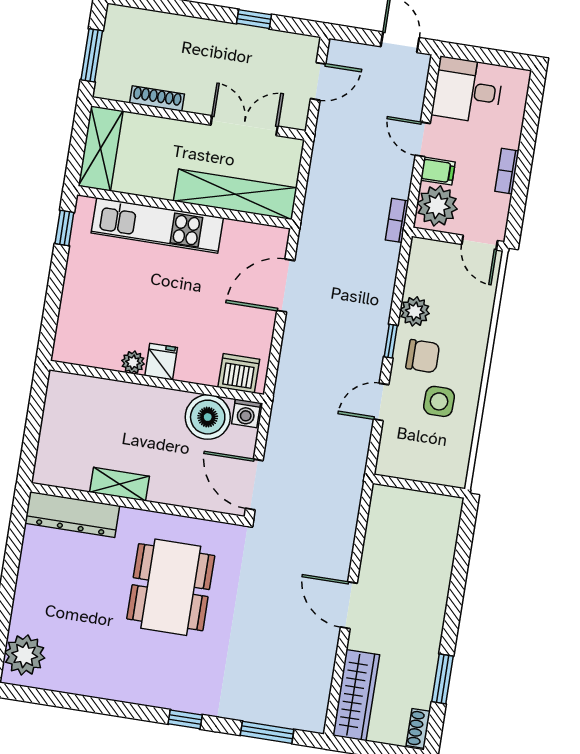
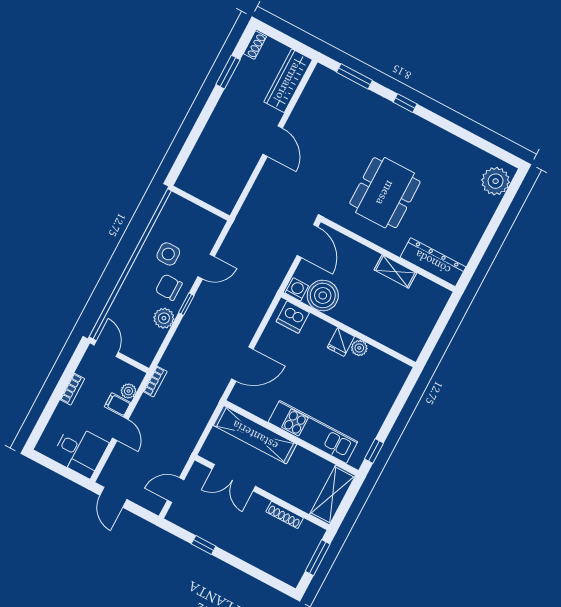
plant: (437, 206) -> (128, 391), width x0.53, depth x0.53

